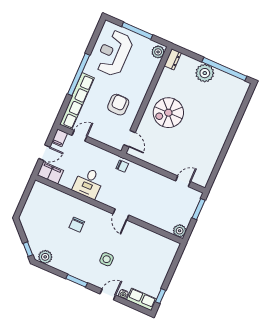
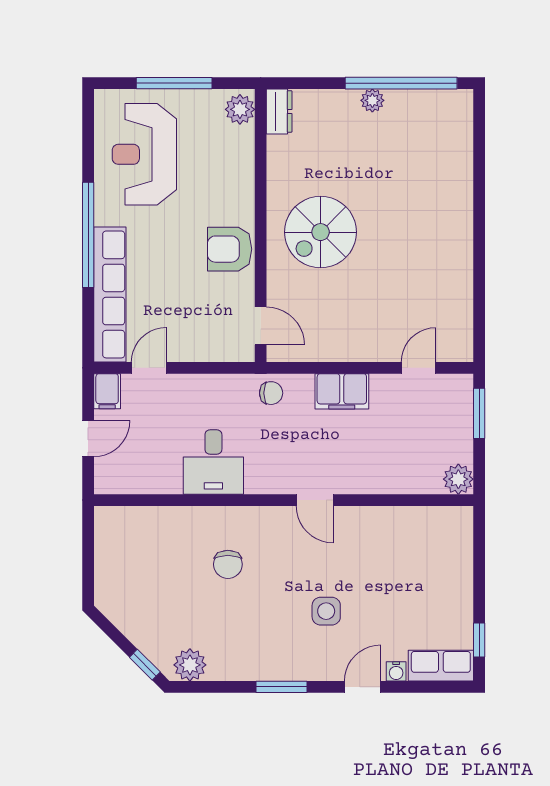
plant: (205, 73) -> (372, 100), width x0.53, depth x0.53
armchair: (118, 105) -> (230, 249), moved, turned -90
filing cabinet: (50, 173) -> (342, 391), moved, turned 180

